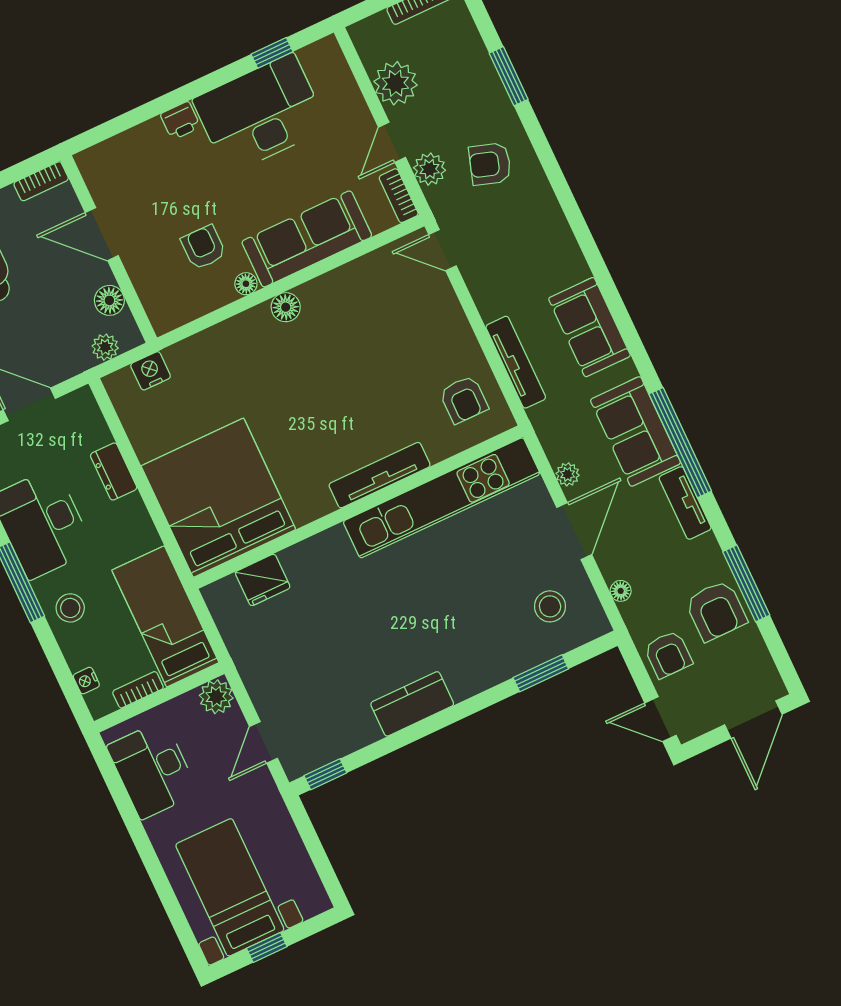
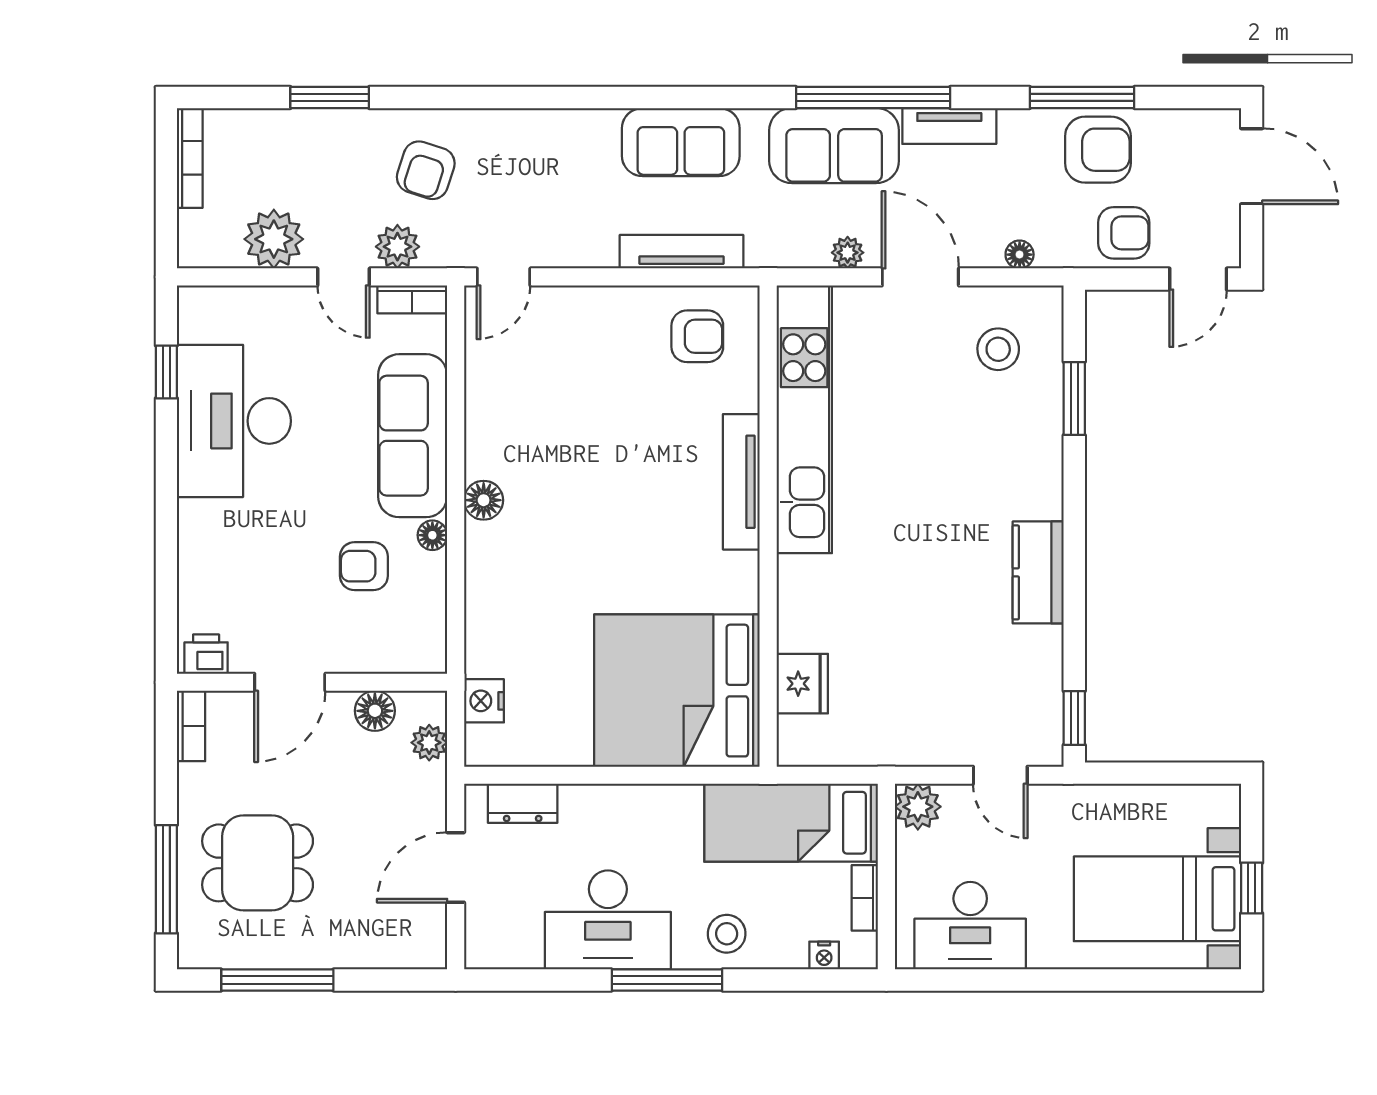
printer: (180, 121) -> (206, 654), moved, turned -90
dresser: (114, 472) -> (523, 803), moved

